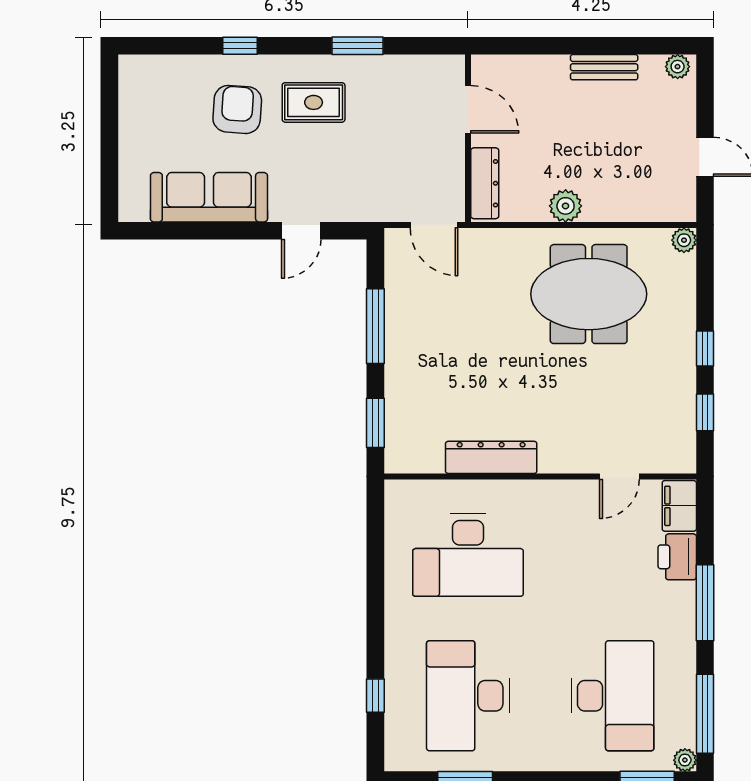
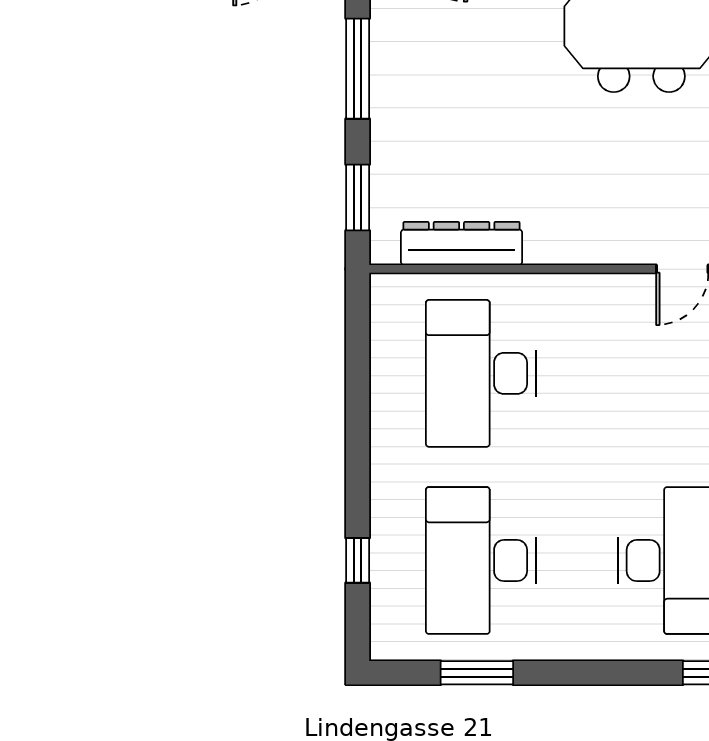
dresser: (491, 457) -> (462, 243), moved
desk: (468, 555) -> (481, 373), turned 90

